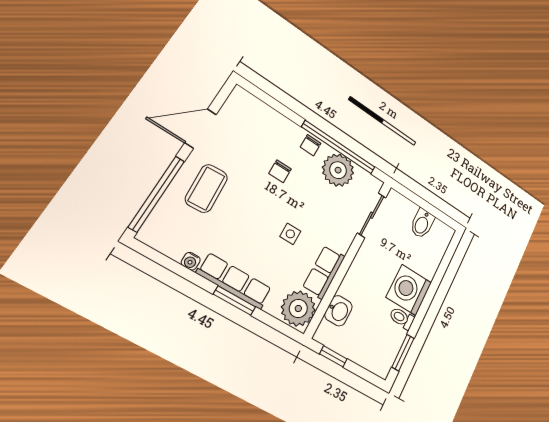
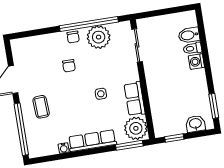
coffee table: (206, 188) -> (41, 107), width x0.73, depth x0.77
bidet: (422, 223) -> (189, 35), moved, turned 90
washing machine: (409, 290) -> (196, 62), width x0.53, depth x0.53
window: (234, 301) -> (129, 145), moved
washbasin: (338, 311) -> (195, 124), moved, turned -90
toilet: (402, 318) -> (192, 48), moved

